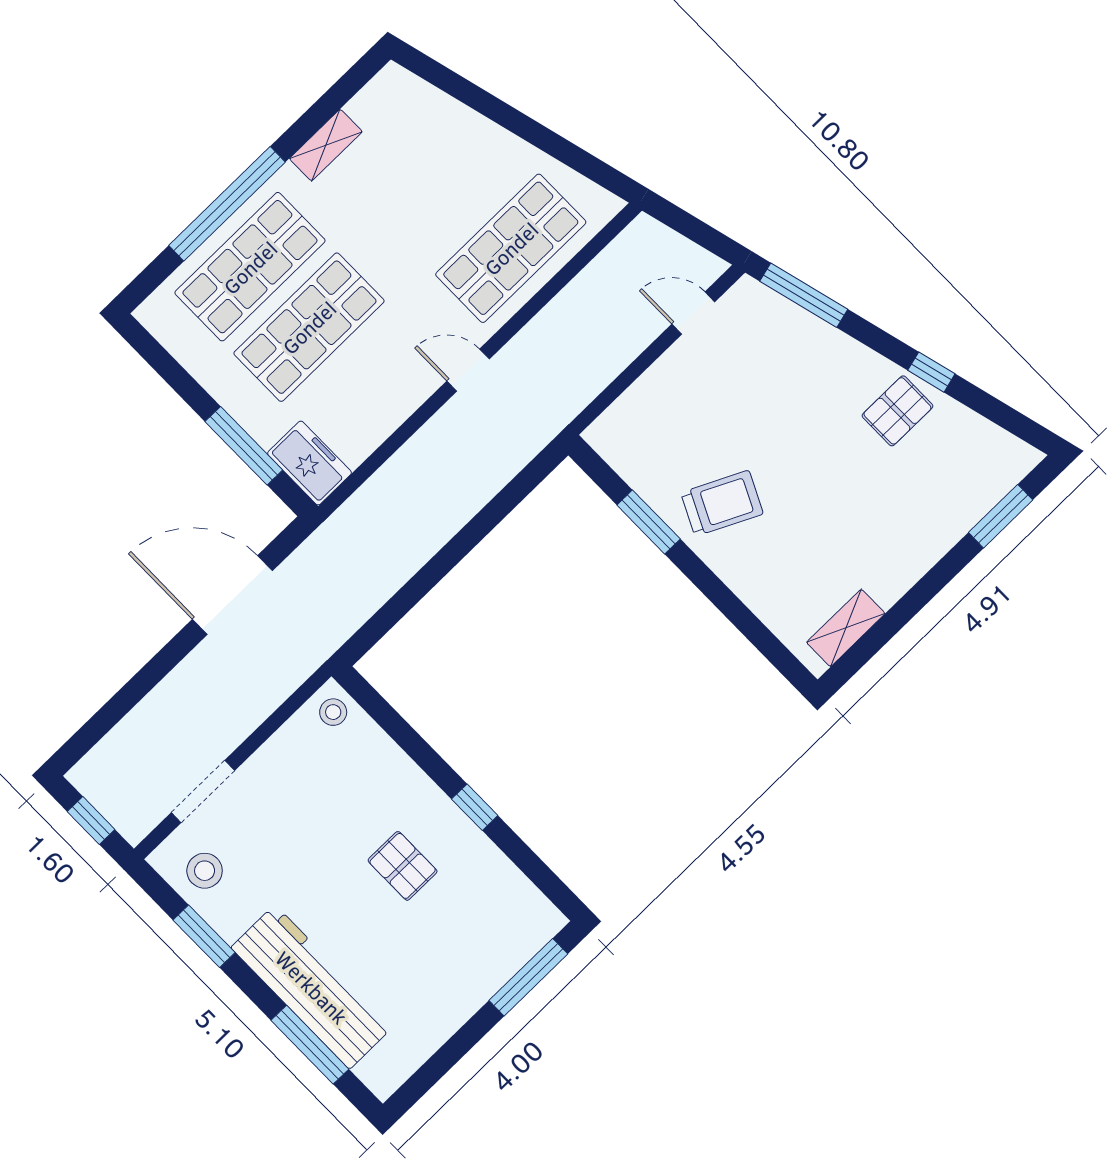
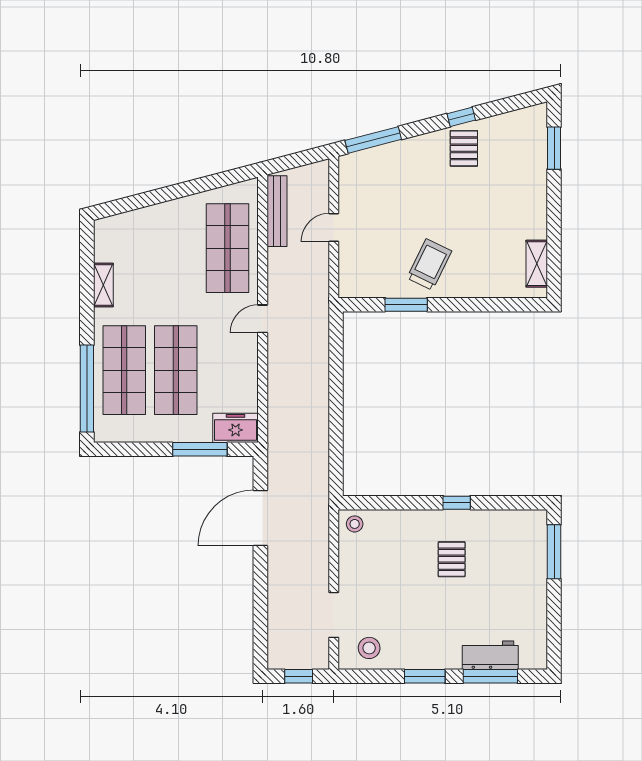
window: (227, 204) -> (87, 389), moved
bench: (611, 264) -> (277, 211), added
door: (693, 313) -> (334, 228), moved
pallet: (403, 866) -> (452, 559), turned 90
window: (204, 936) -> (425, 676), moved
workbench: (312, 987) -> (490, 655), width x0.53, depth x0.76

